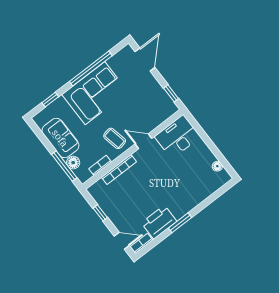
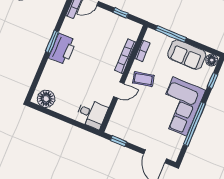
desk: (178, 137) -> (92, 114), width x0.73
floor lamp: (73, 163) -> (212, 60), moved
floor lamp: (217, 166) -> (46, 99), width x1.89, depth x1.89
printer: (159, 222) -> (62, 49), moved

